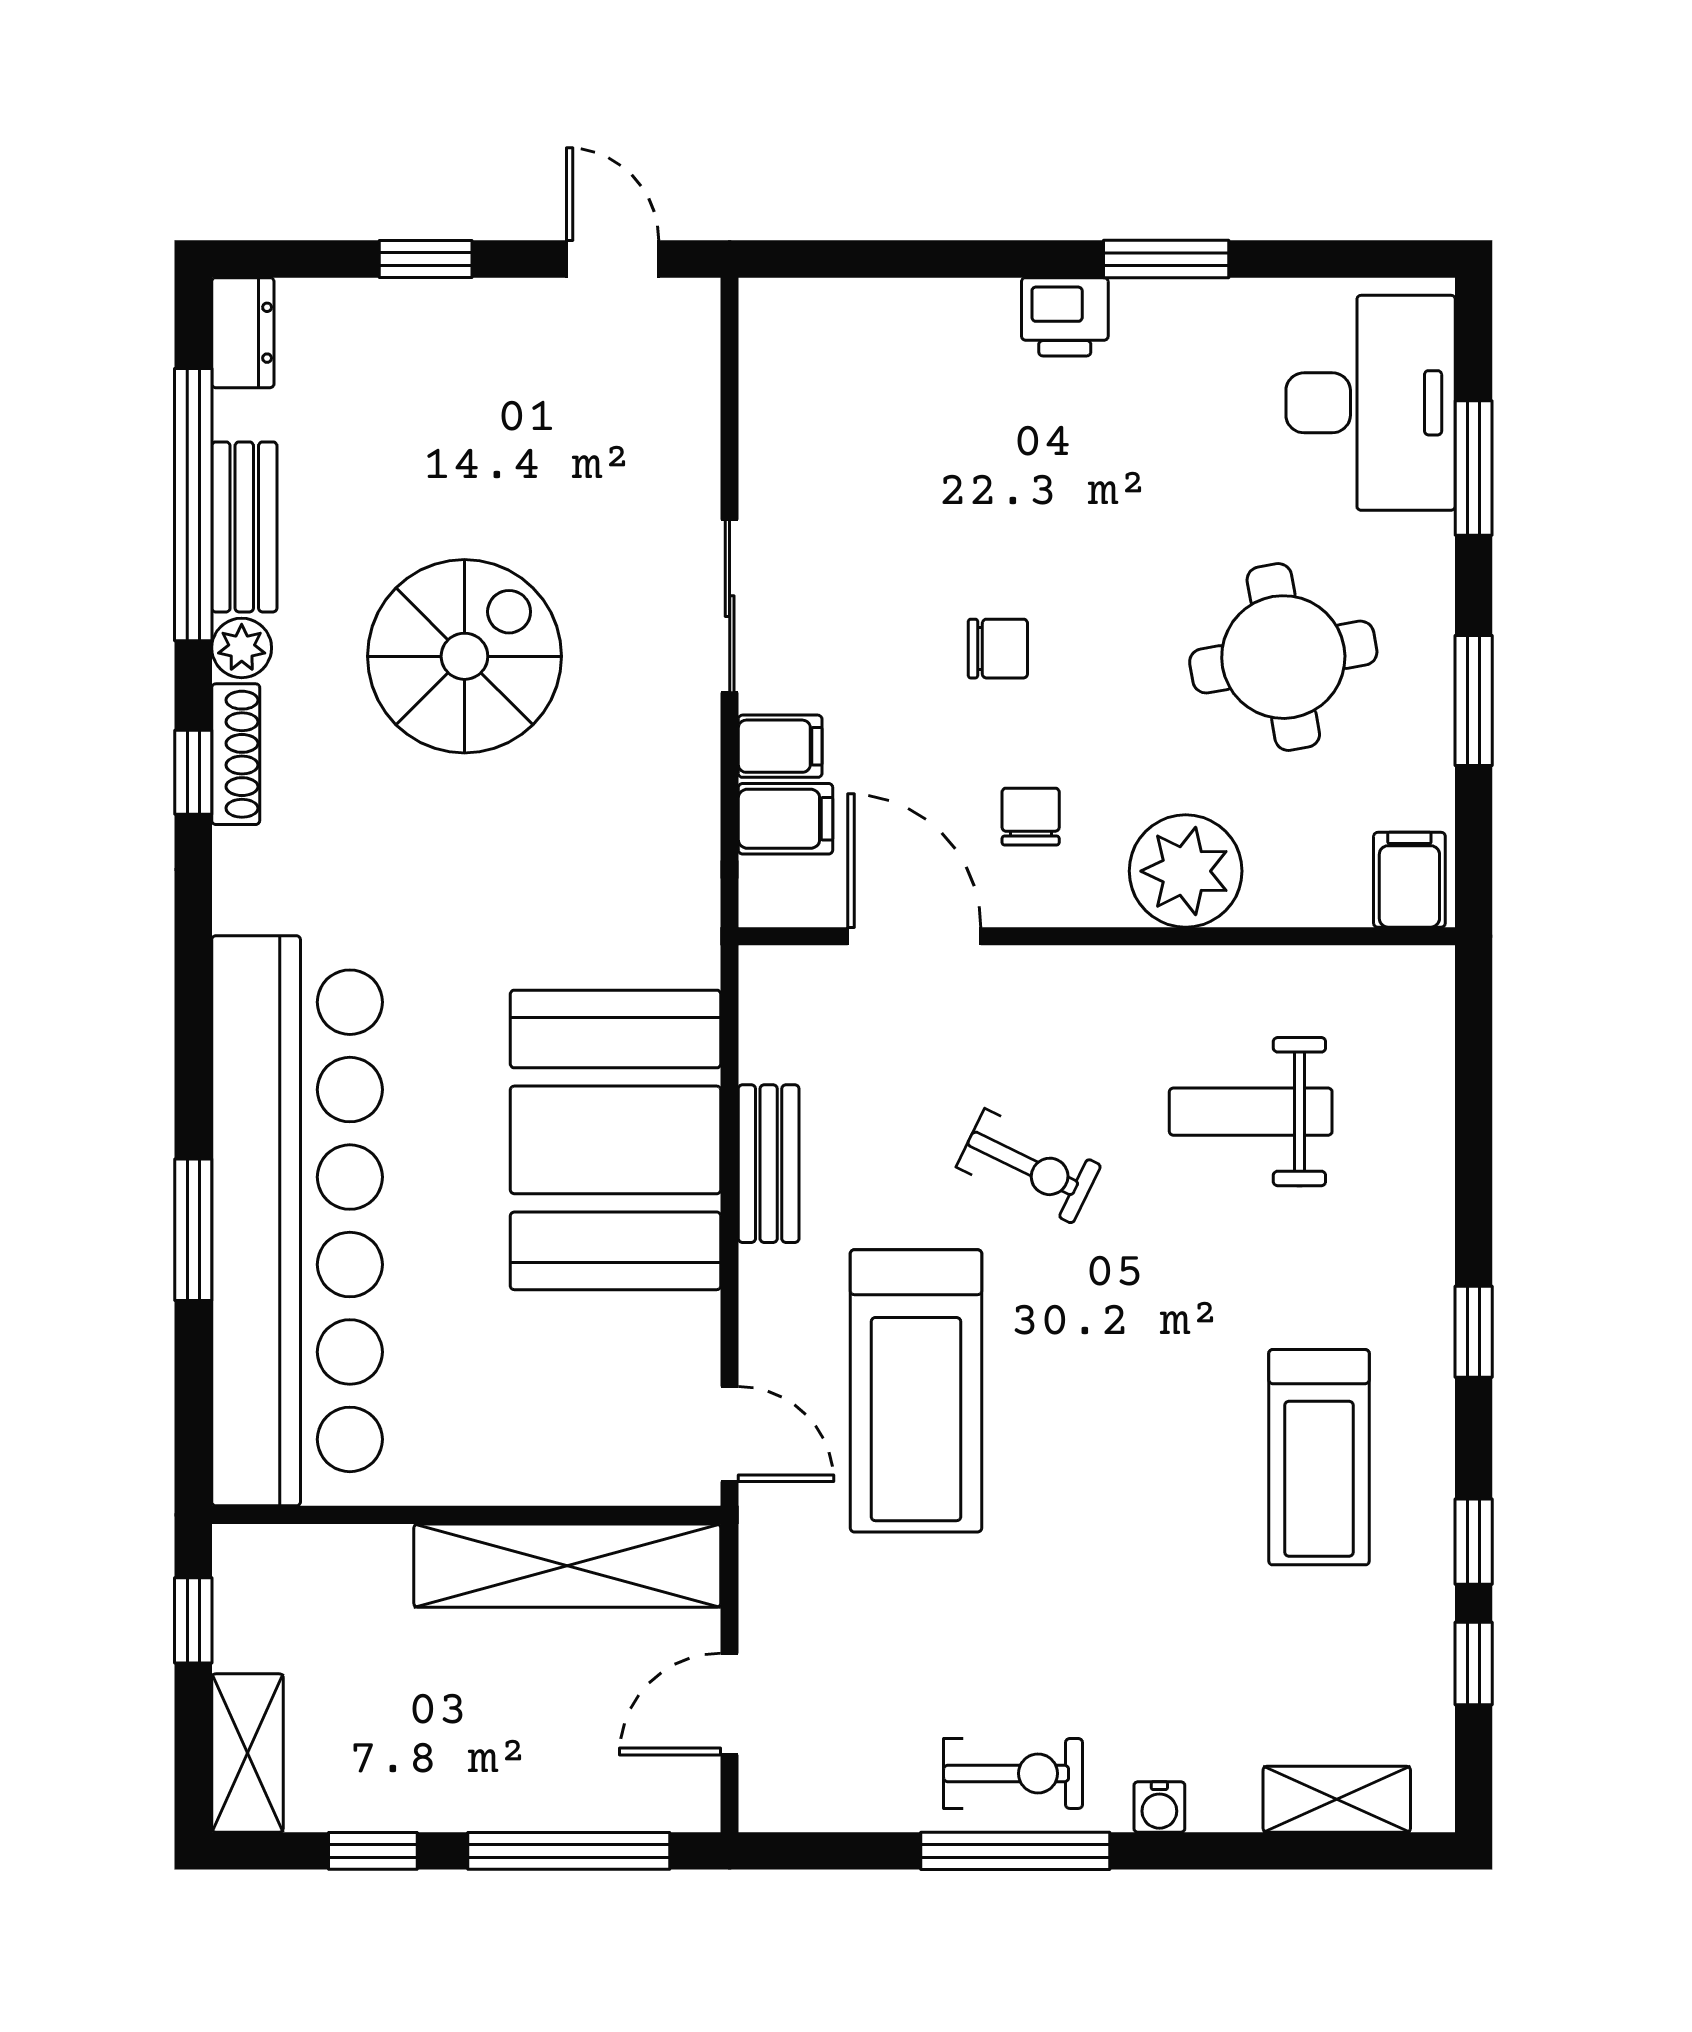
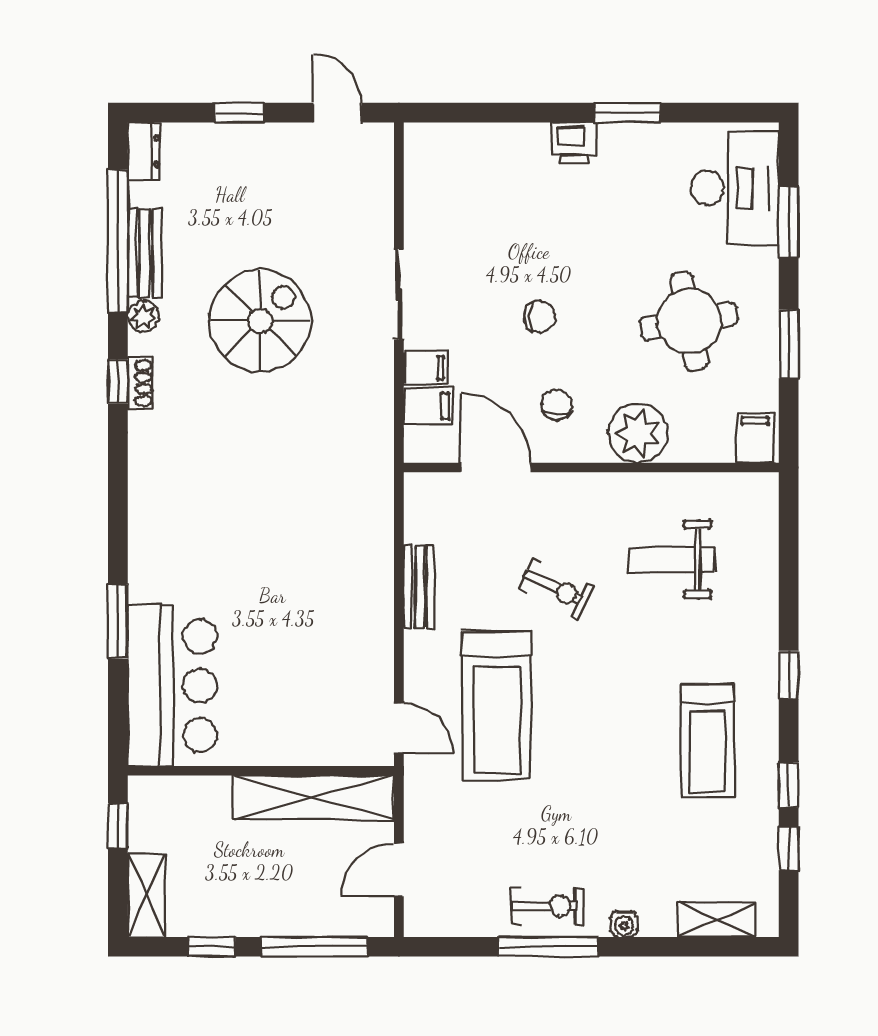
shoe rack: (236, 754) -> (140, 383), width x0.70
booth: (616, 1140) -> (339, 574), removed
bar counter: (297, 1221) -> (172, 686), width x0.54

